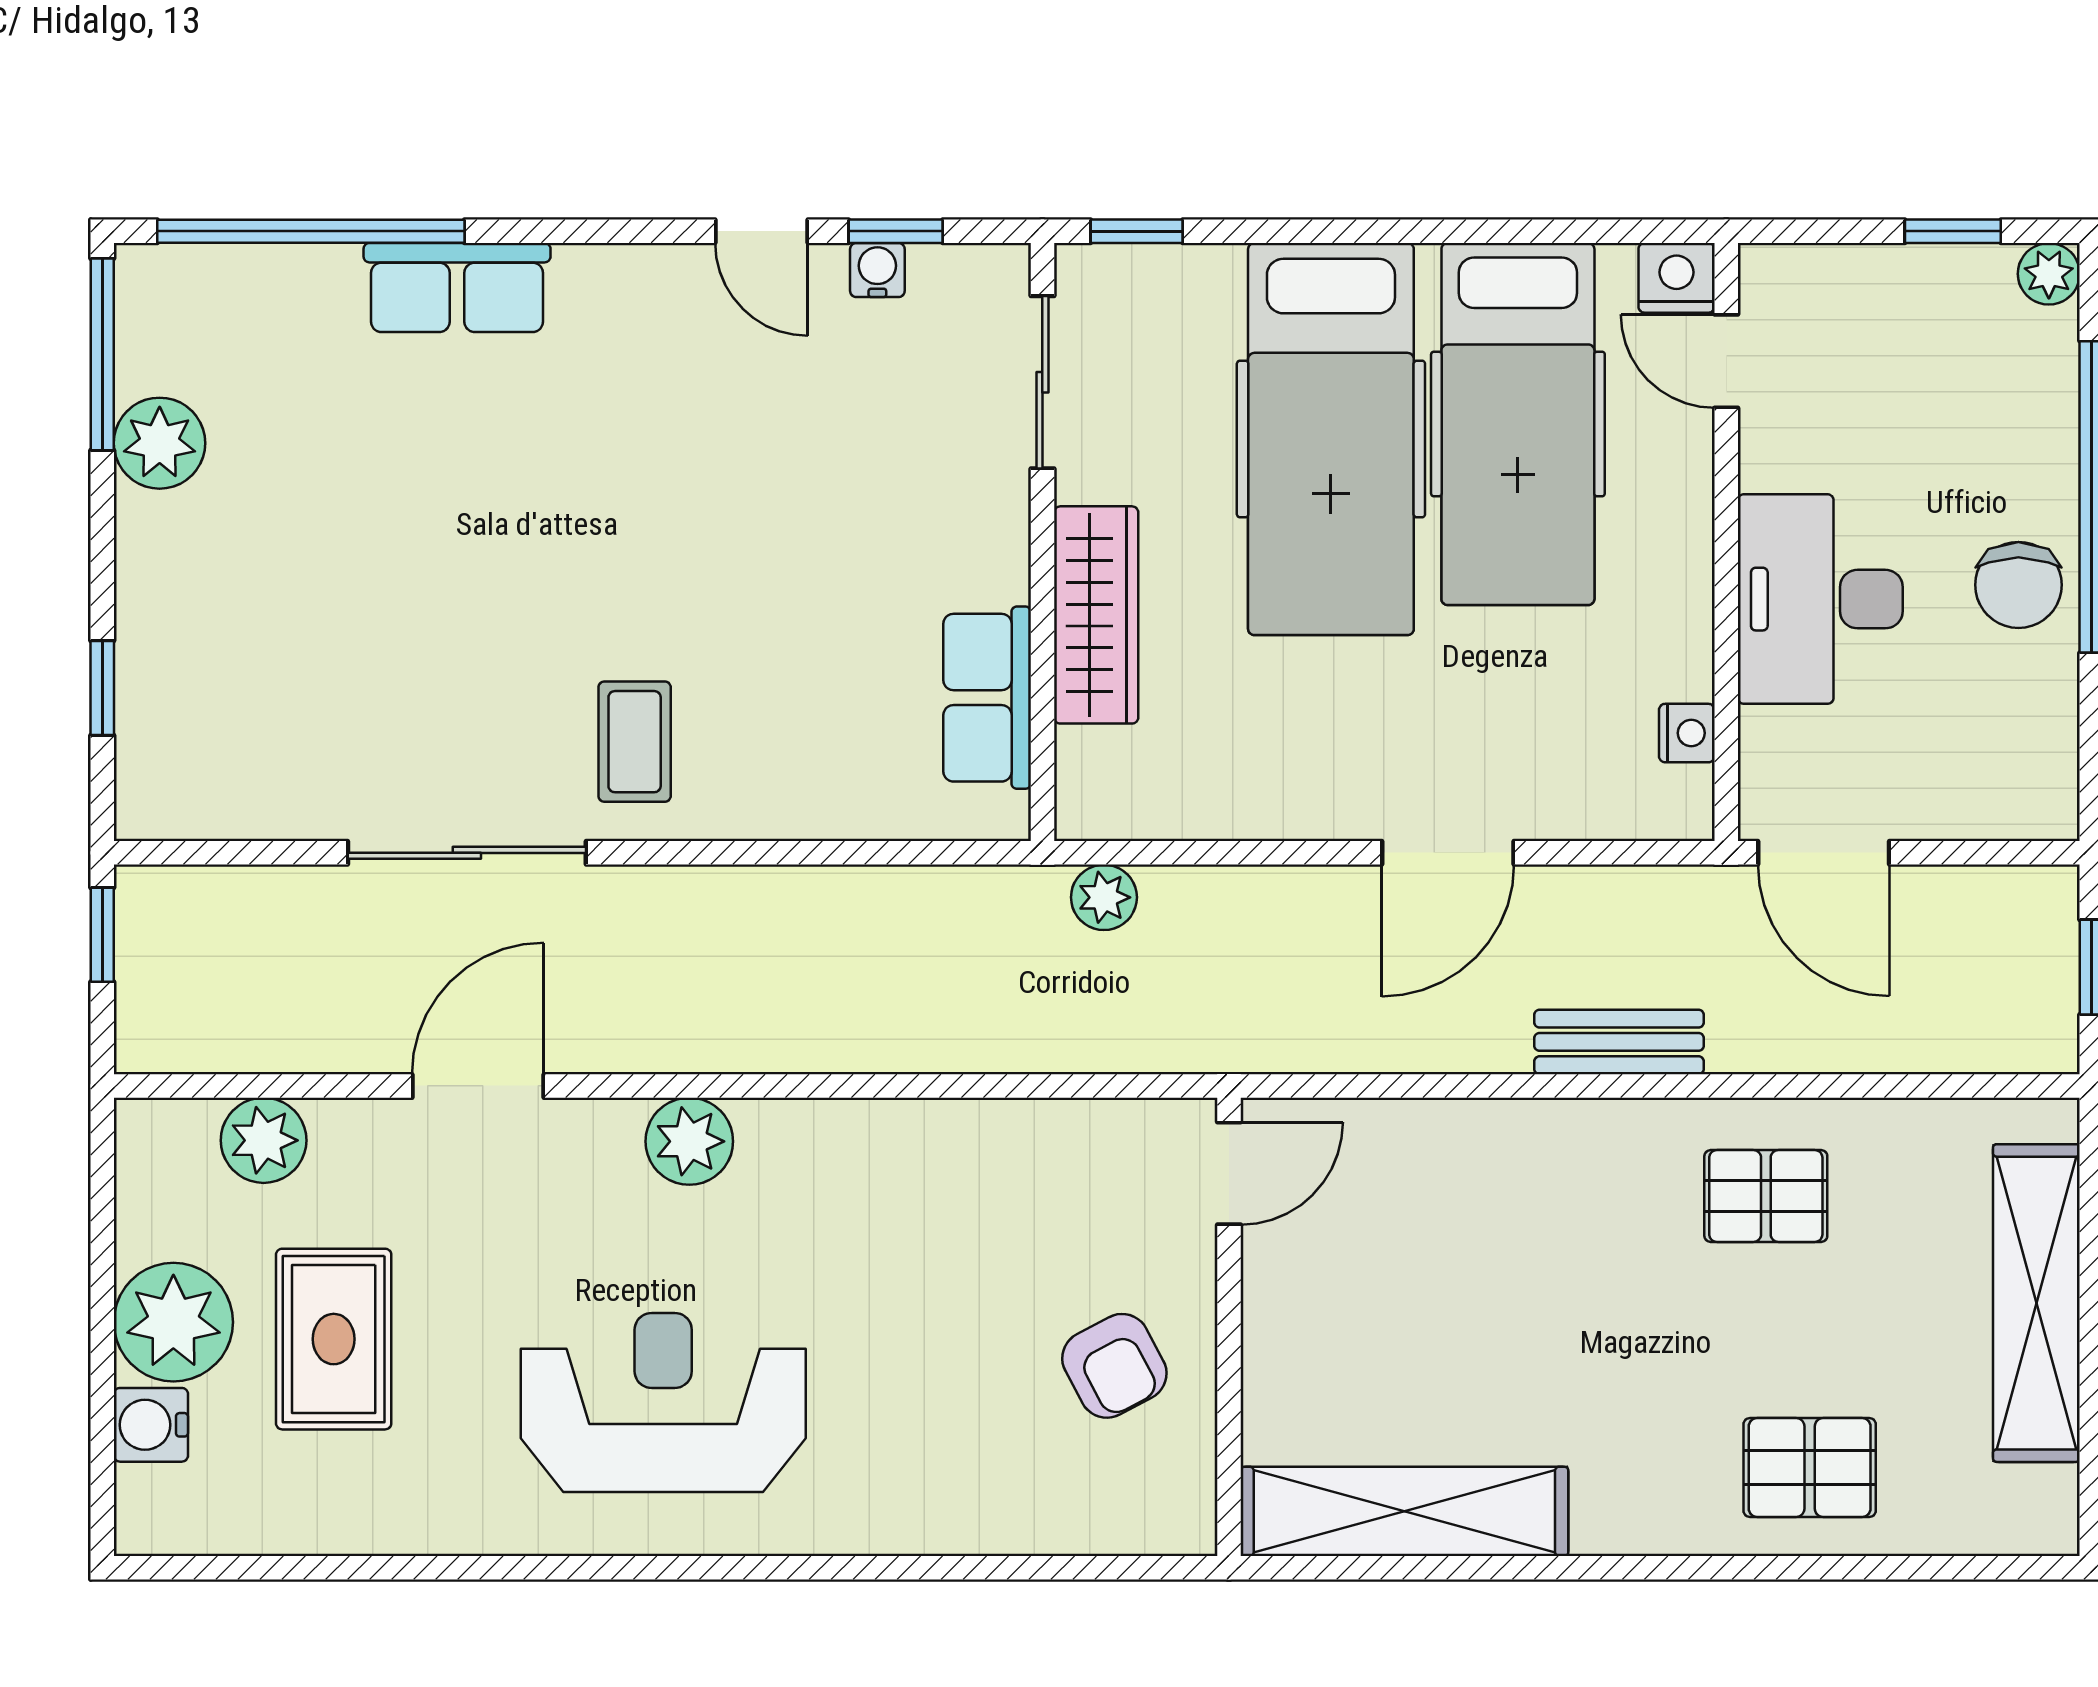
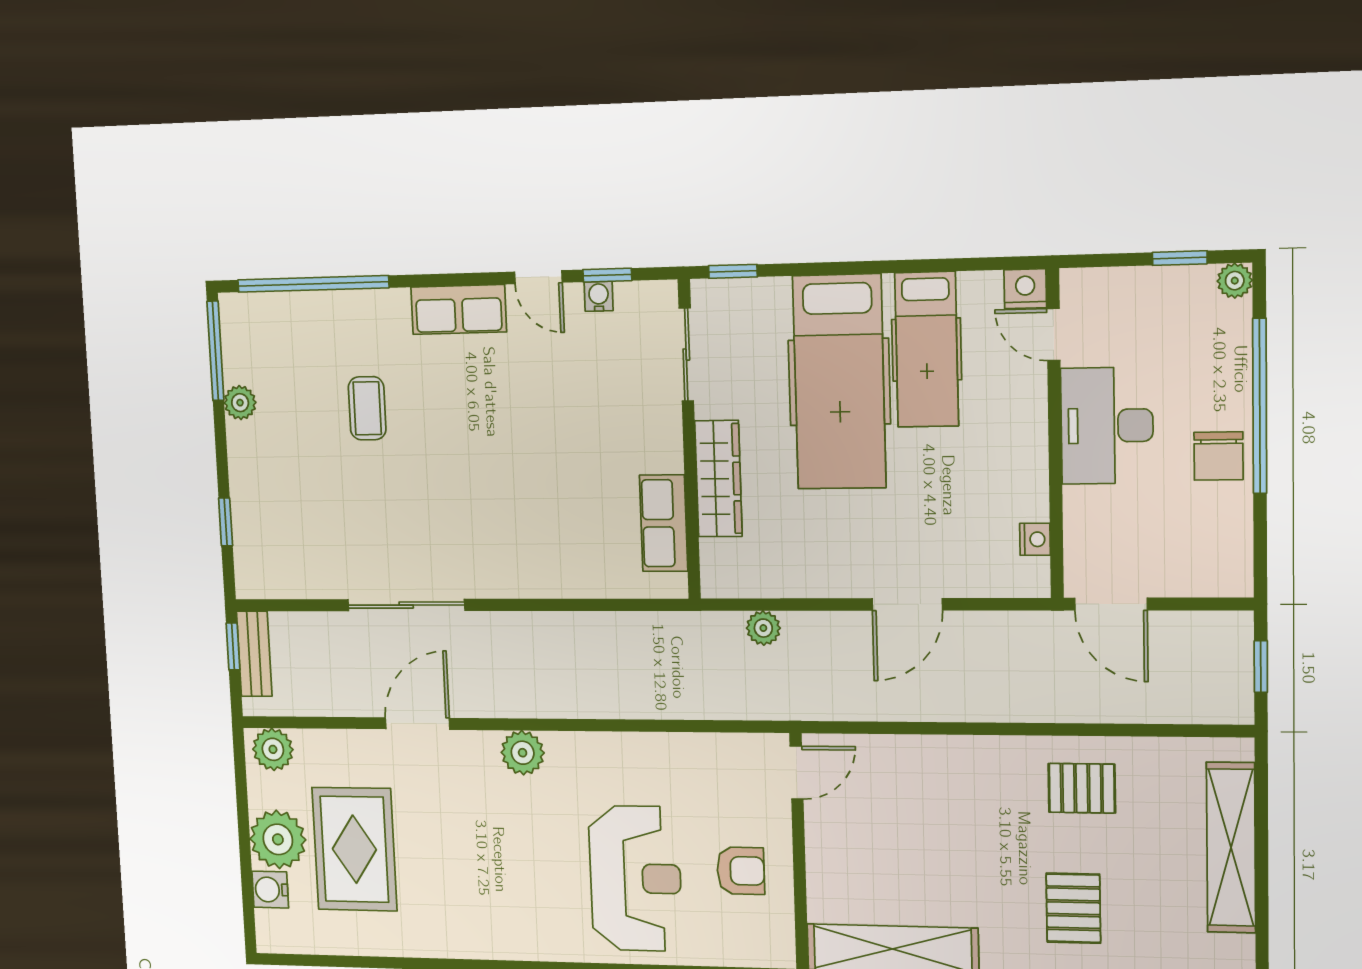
row of seats: (457, 288) -> (459, 309), moved
hospital bed: (1518, 424) -> (927, 350), width x0.73, depth x0.78
plant: (160, 443) -> (240, 403), width x0.73, depth x0.73
desk: (1820, 599) -> (1107, 426), moved
coffee table: (635, 742) -> (367, 408), moved
plant: (1104, 897) -> (763, 628), moved
bench: (1619, 1042) -> (254, 654), moved, turned 90
plant: (264, 1140) -> (273, 749), moved
rug: (334, 1339) -> (354, 849), width x1.36, depth x1.43
armchair: (1114, 1366) -> (741, 871), turned -62
reception desk: (663, 1402) -> (635, 878), moved, turned 90
pallet: (1810, 1468) -> (1073, 908), moved, turned 90

